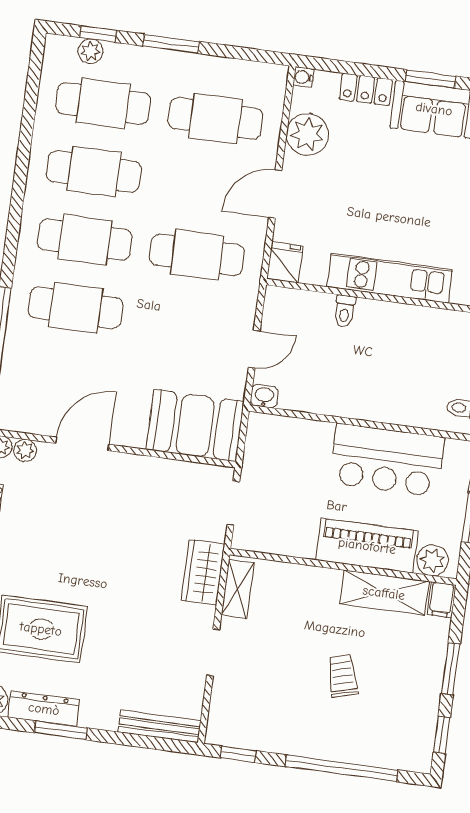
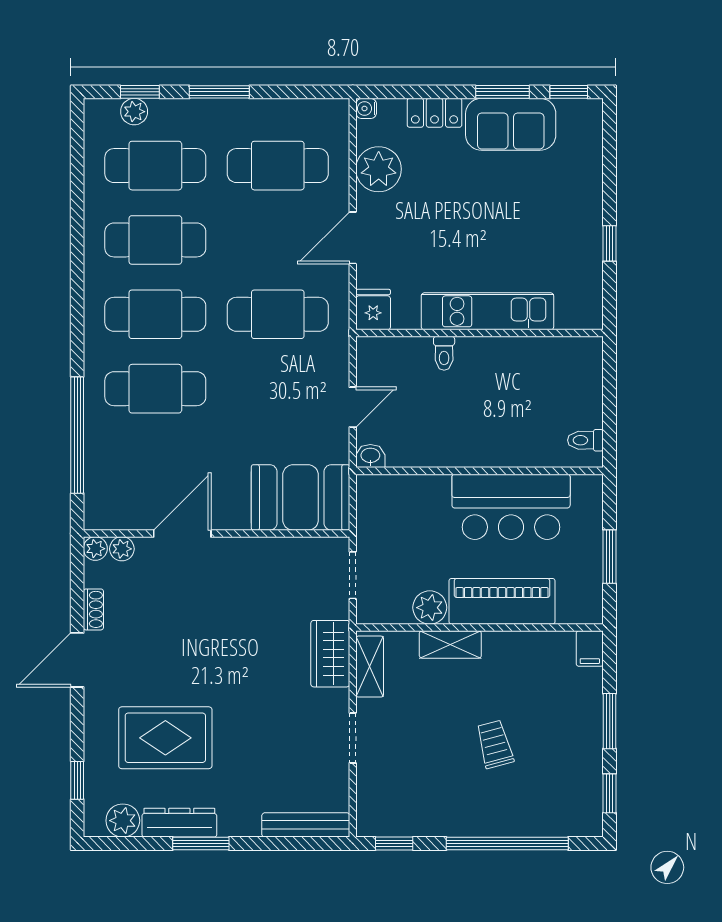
plant: (432, 560) -> (430, 608), moved
shelving: (384, 593) -> (450, 644), moved, width x0.67, depth x0.75

